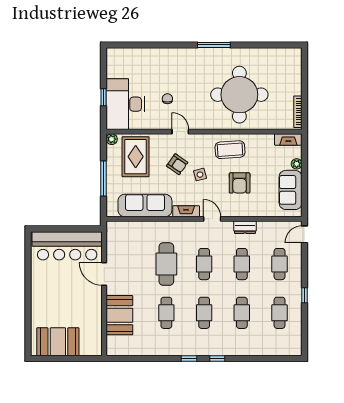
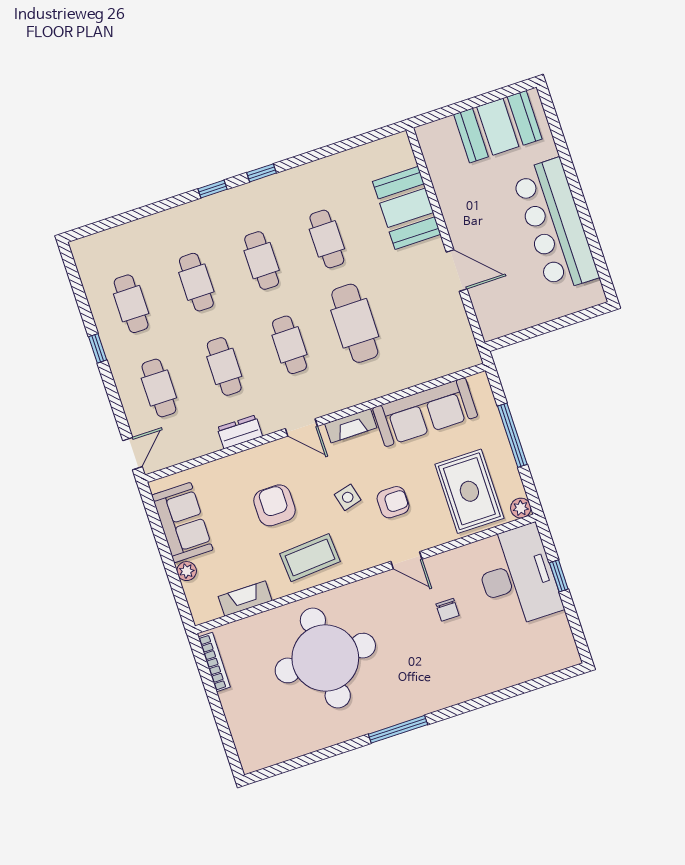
fireplace: (288, 139) -> (245, 599), moved
armchair: (177, 164) -> (393, 502), turned 145
bar counter: (67, 246) -> (555, 225), moved, turned -90

